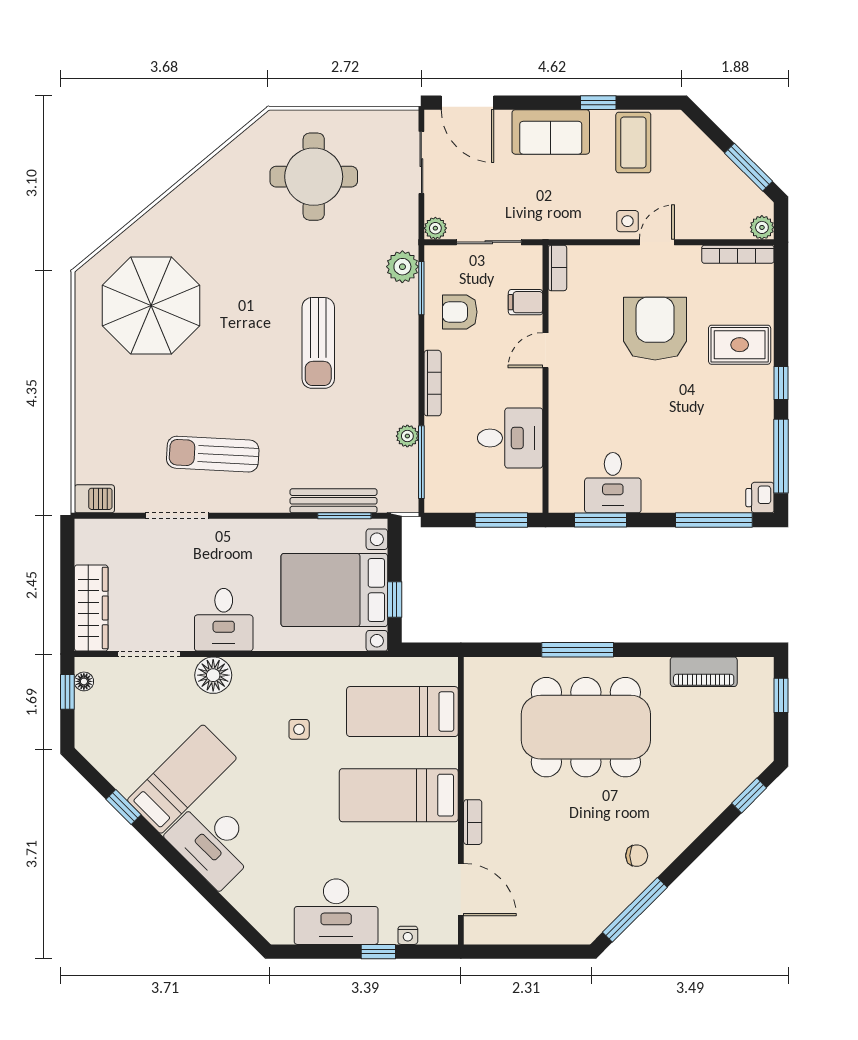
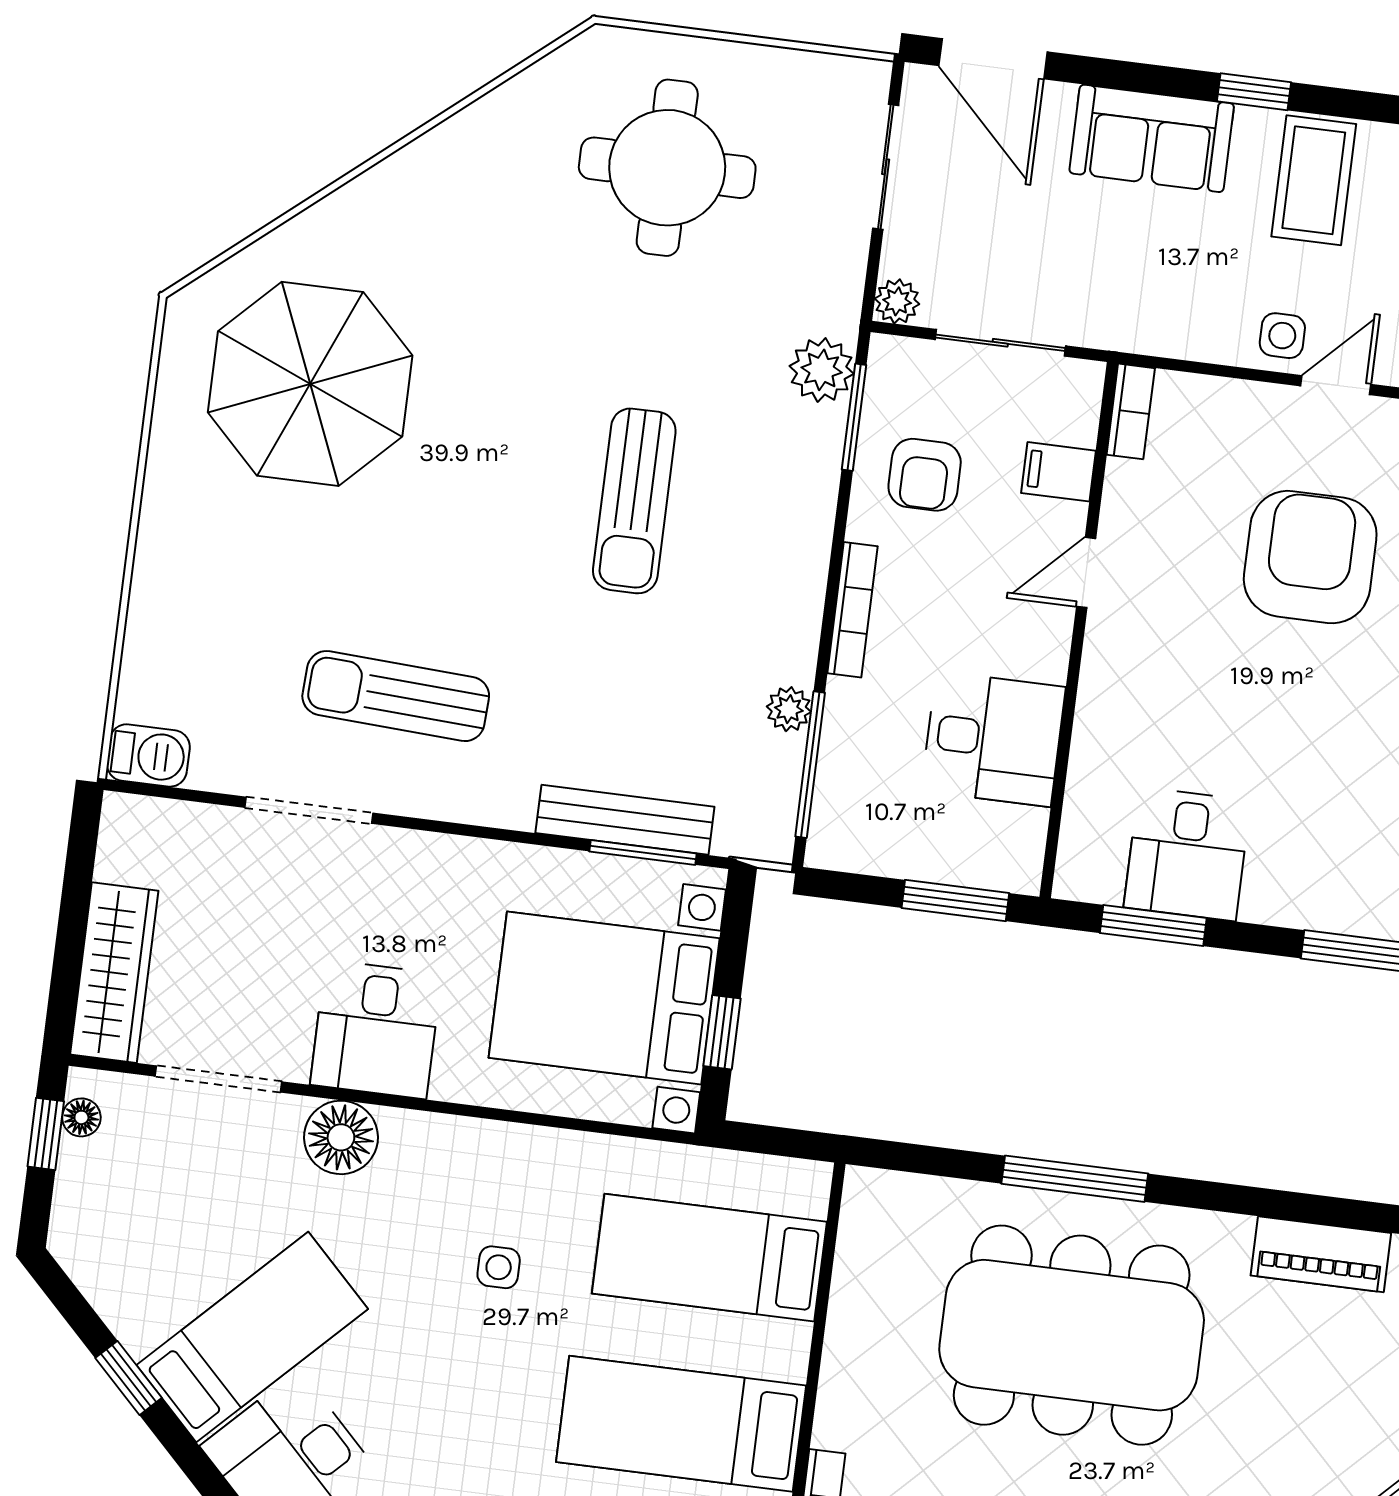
armchair: (460, 312) -> (925, 475), turned -90

